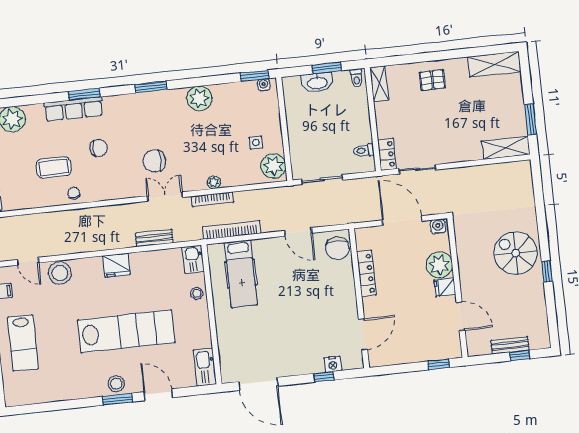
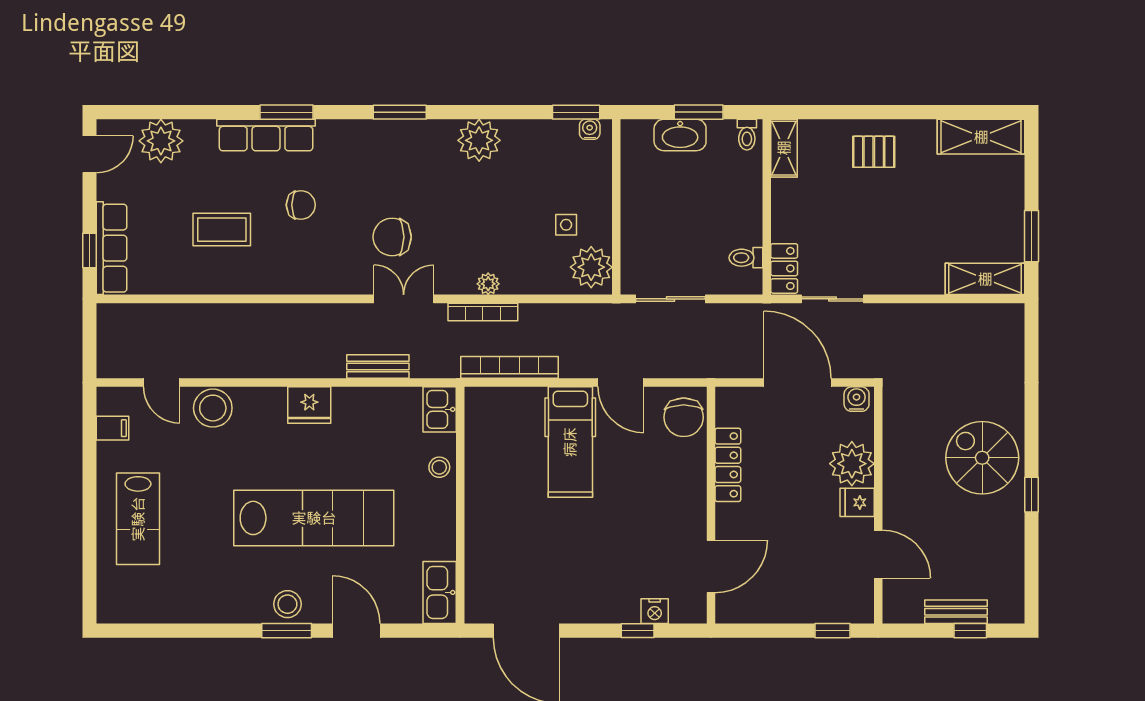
chair: (74, 193) -> (251, 277), removed
hospital bed: (241, 274) -> (570, 442), moved

